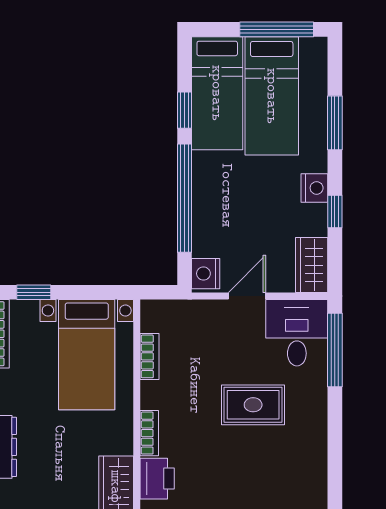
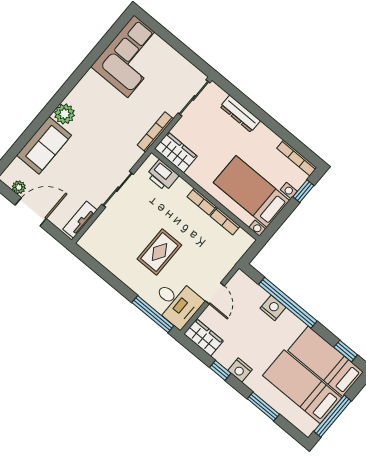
window: (185, 110) -> (346, 351), moved
nightstand: (206, 274) -> (273, 308), moved
bookcase: (149, 433) -> (202, 202), moved

